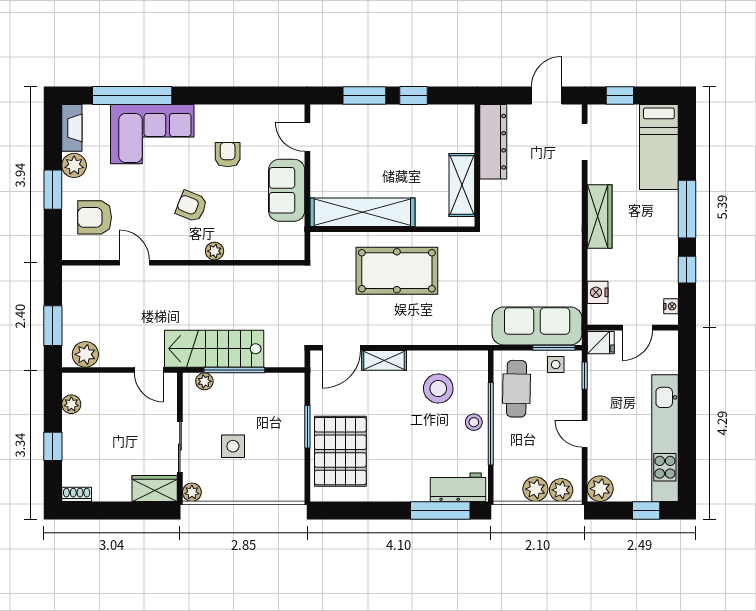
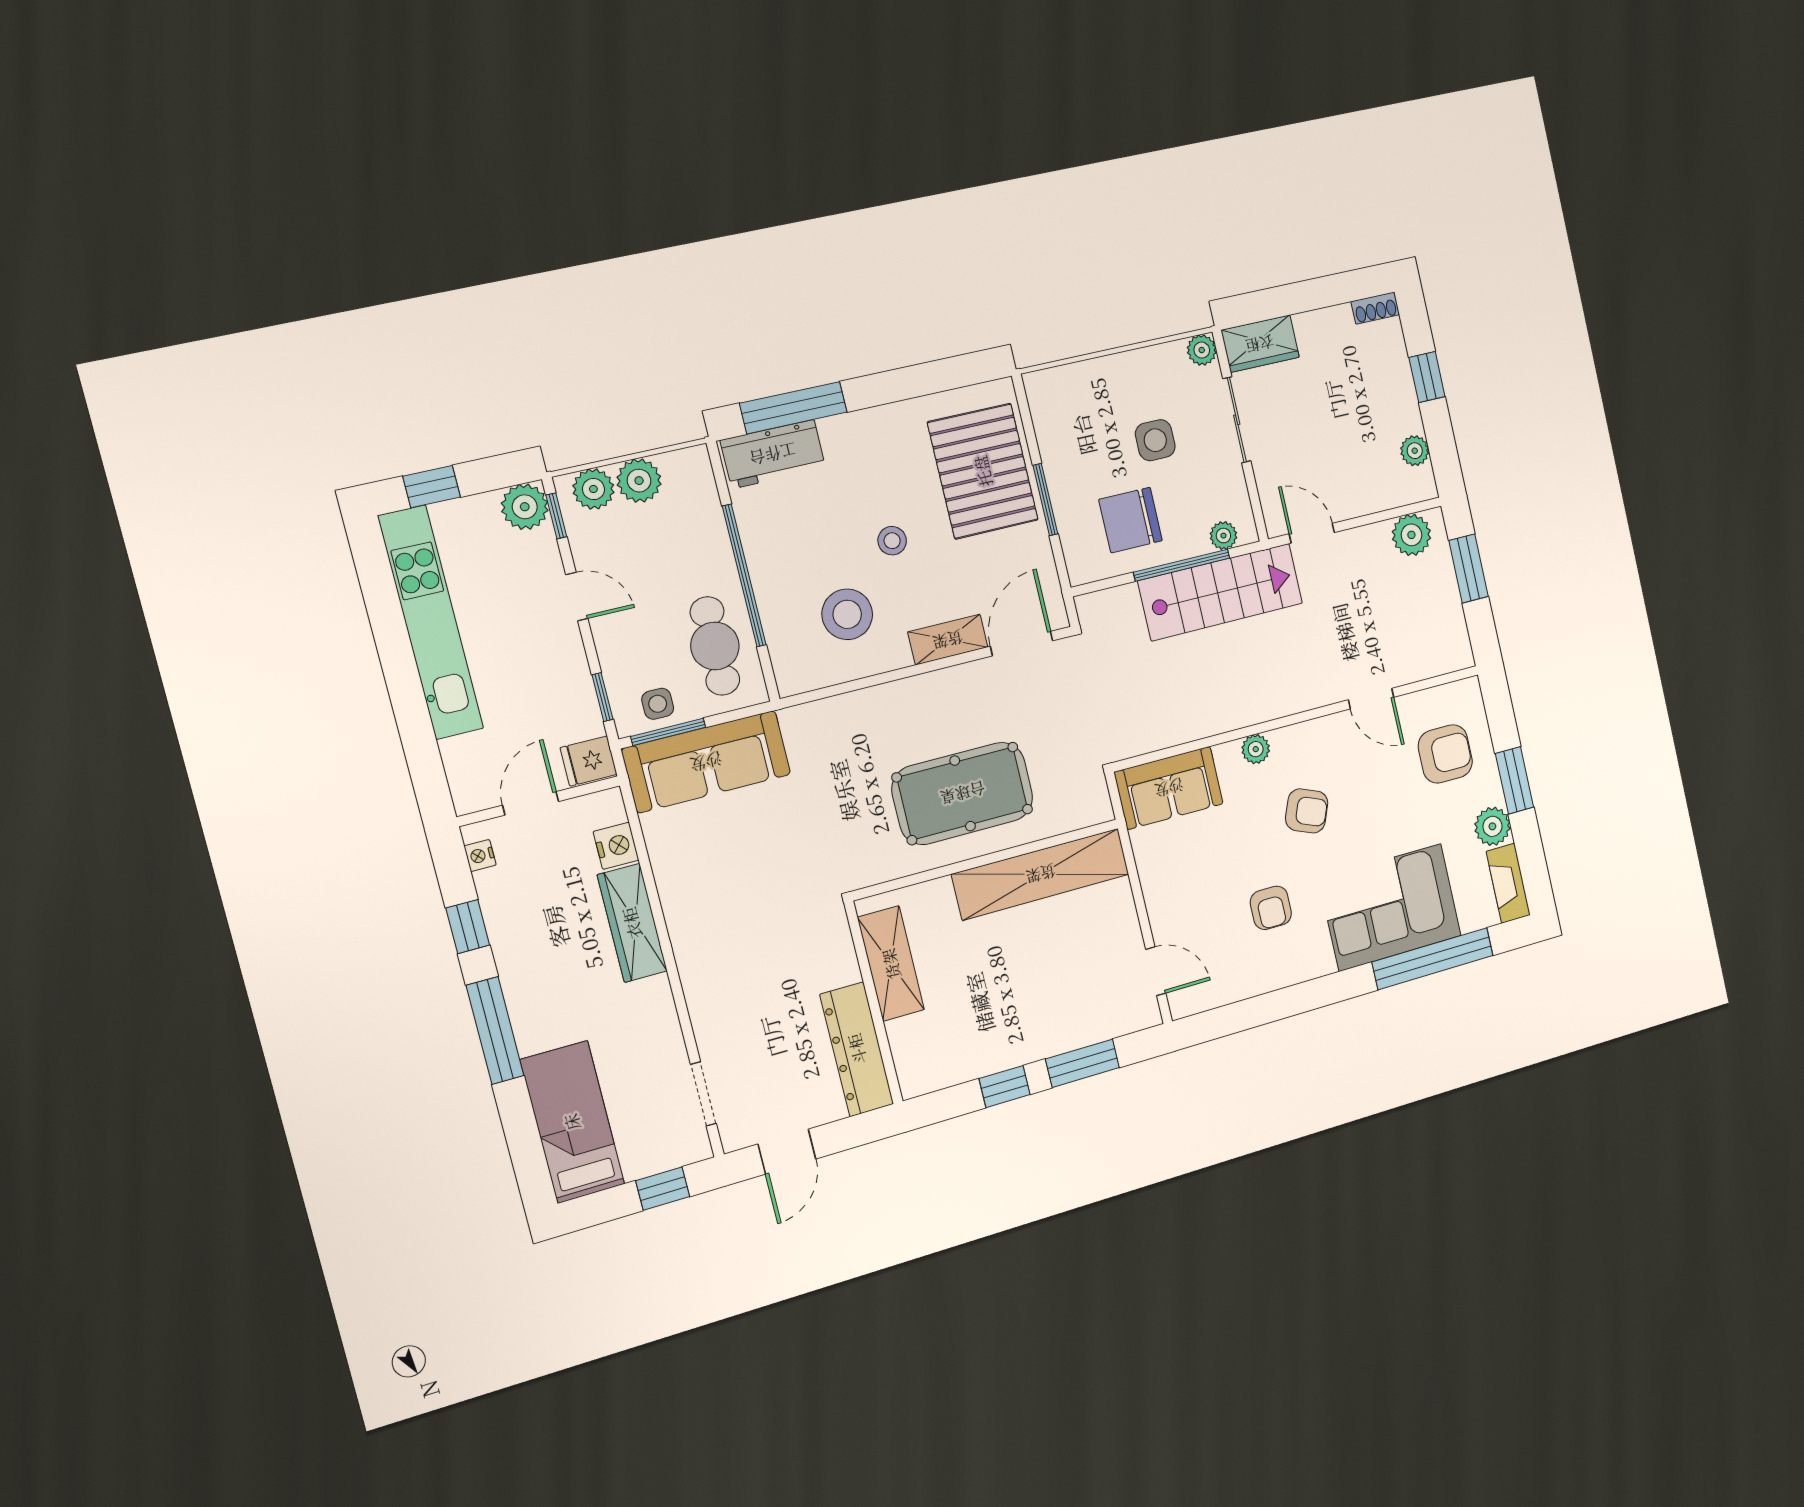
sofa: (287, 190) -> (1169, 788), moved, turned 90
wardrobe: (600, 216) -> (632, 923), moved
chair: (259, 403) -> (1131, 520), added
stool: (474, 422) -> (892, 541), moved
window: (585, 480) -> (556, 516), added

